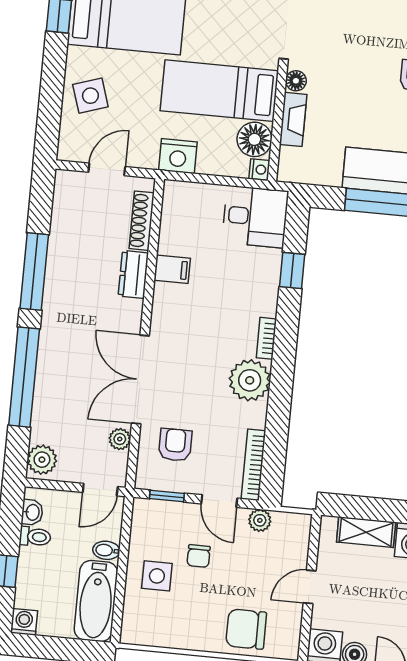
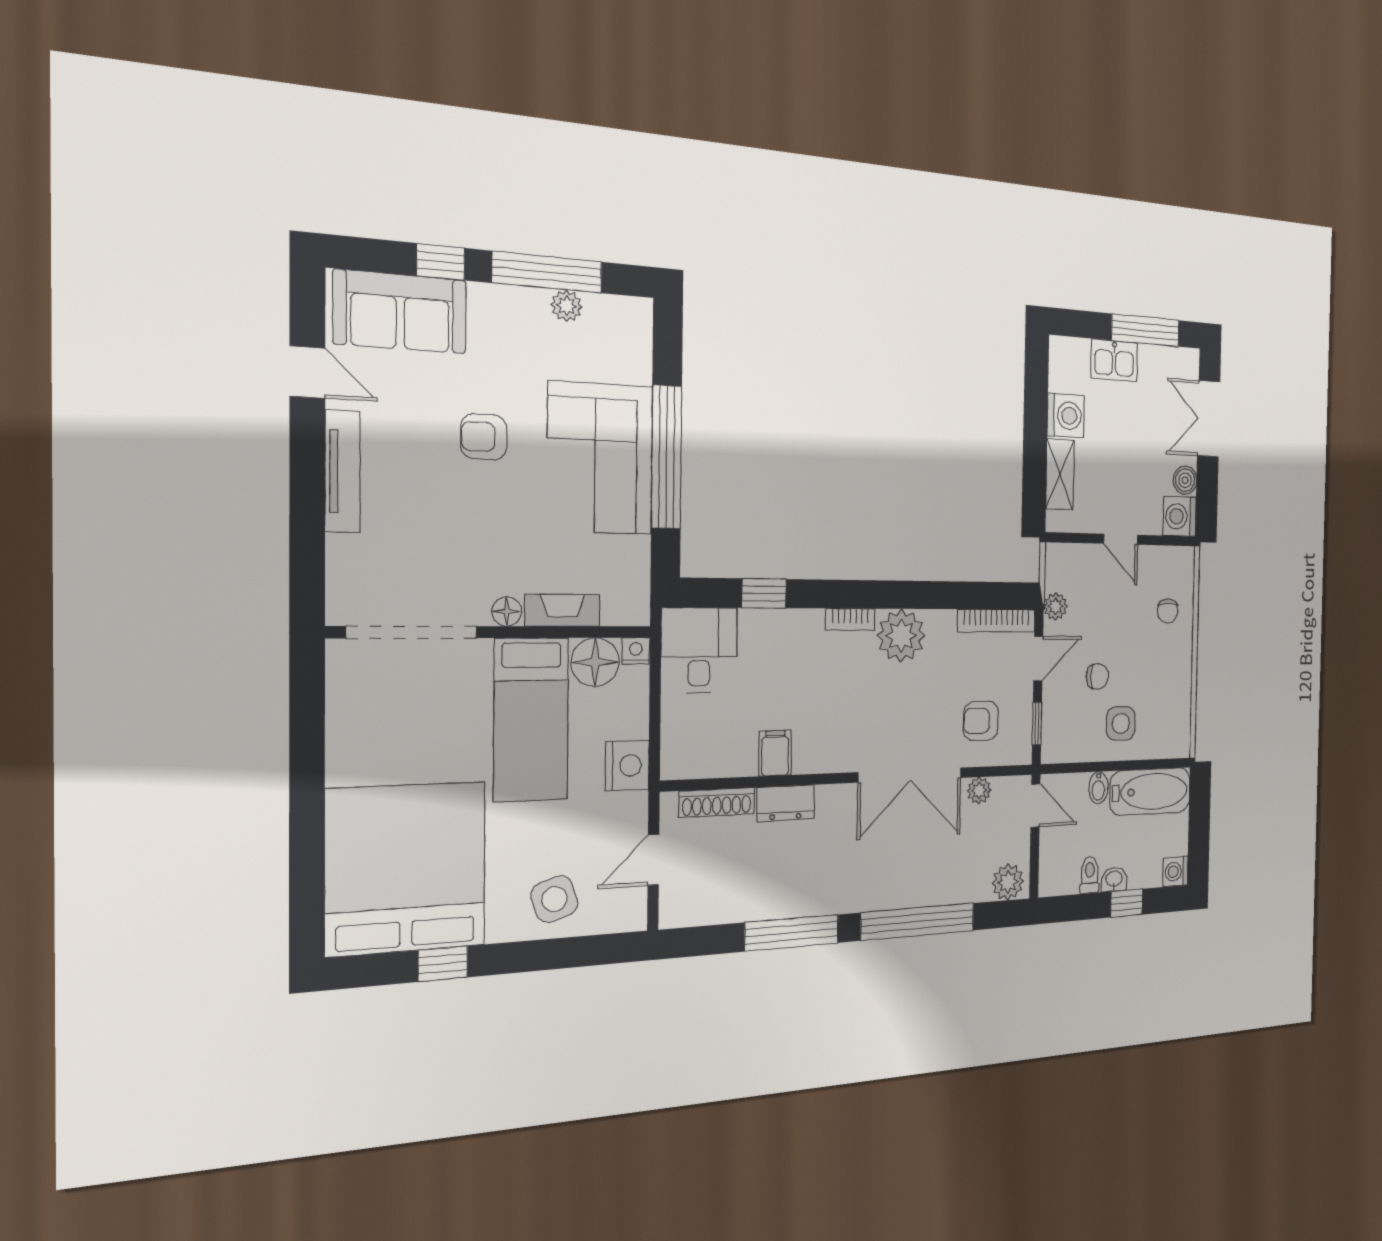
door: (107, 169) -> (653, 860), hinge flipped
washbasin: (32, 512) -> (1114, 879), moved
chair: (246, 629) -> (1168, 611), width x0.54, depth x0.54

